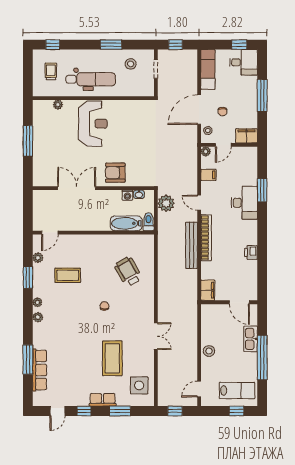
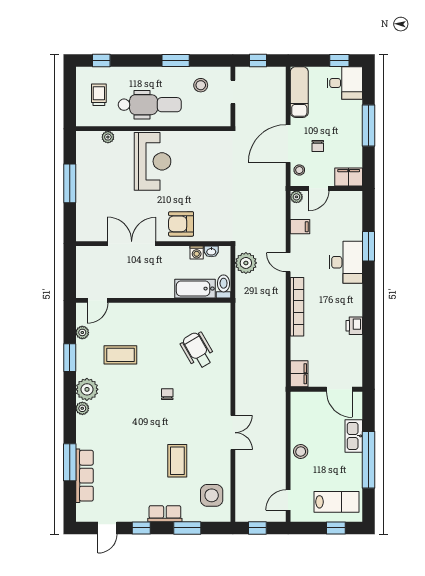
bench: (192, 245) -> (278, 317), removed
plant: (37, 302) -> (87, 389), width x1.88, depth x1.88
coffee table: (112, 358) -> (177, 461), width x0.73, depth x0.76

